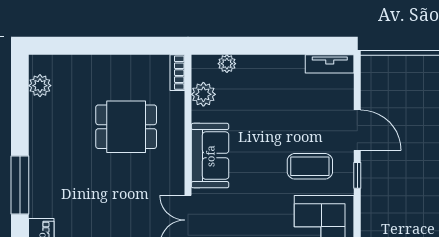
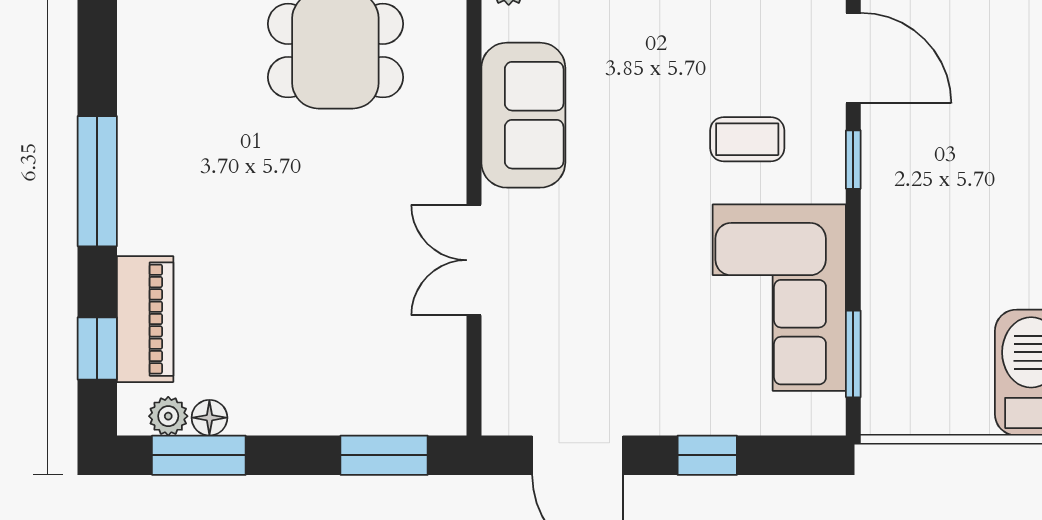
coffee table: (310, 166) -> (747, 139), width x0.73, depth x0.77

